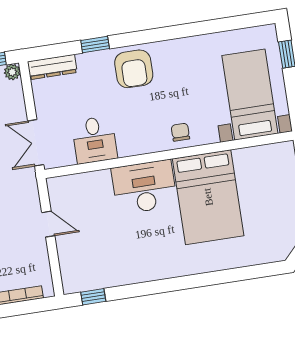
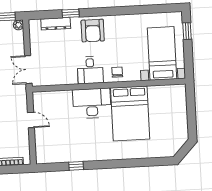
dresser: (52, 67) -> (56, 24), moved
desk: (94, 140) -> (90, 70), moved
window: (93, 297) -> (76, 166), moved

